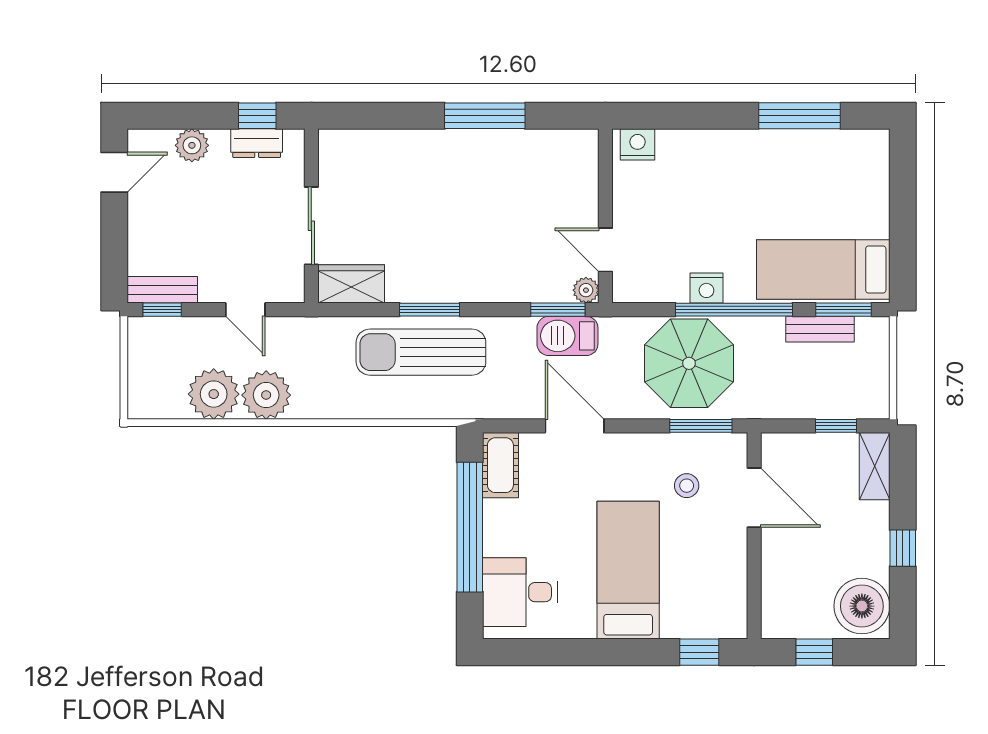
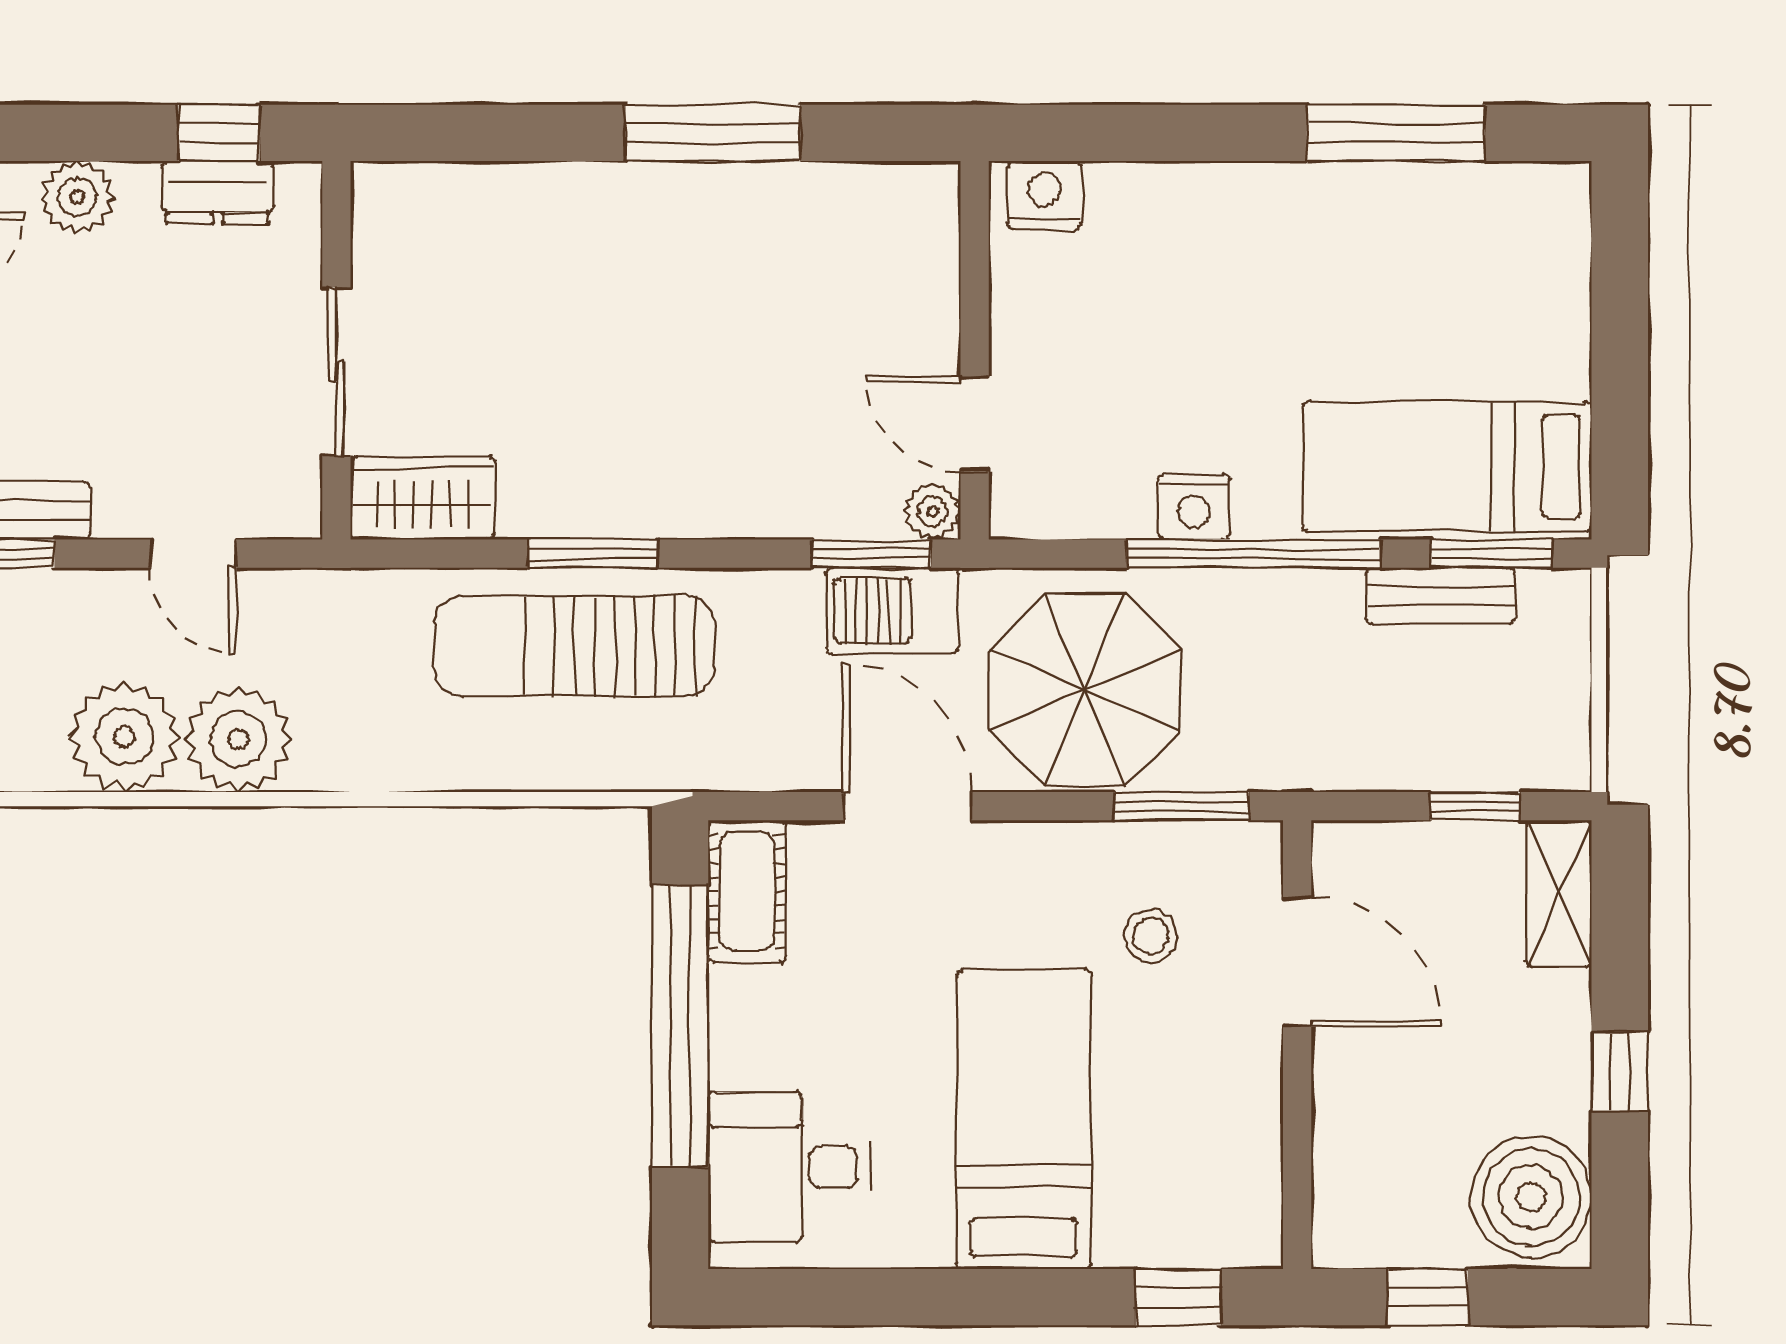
parasol: (689, 363) -> (1085, 690), moved

